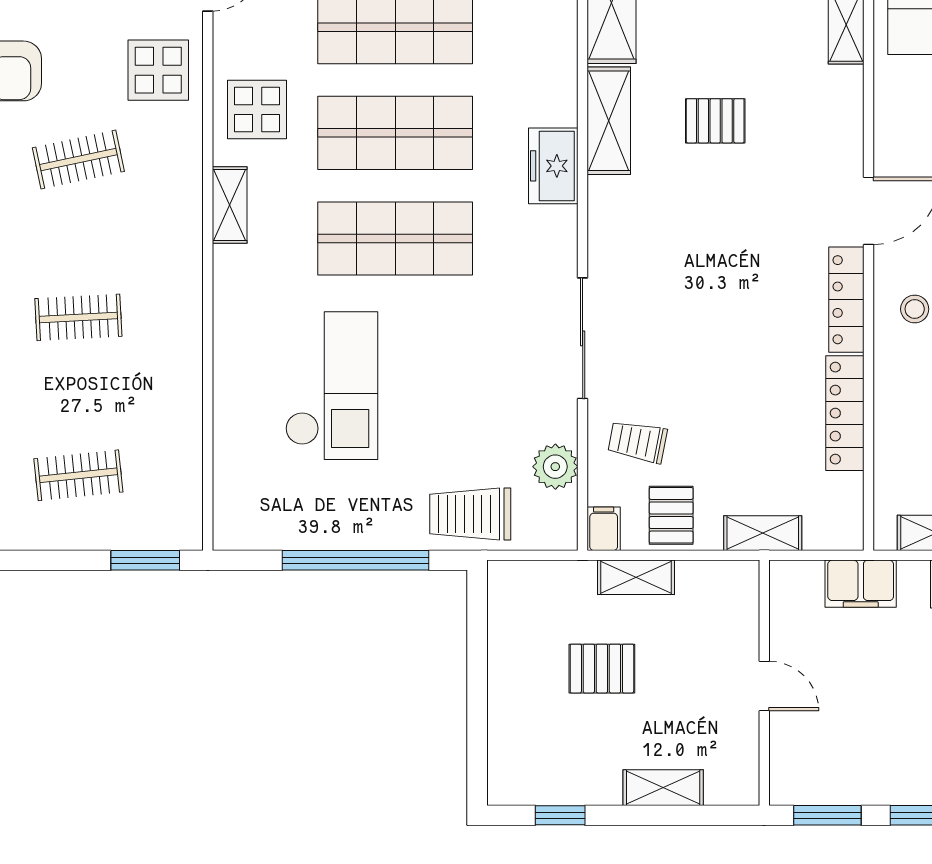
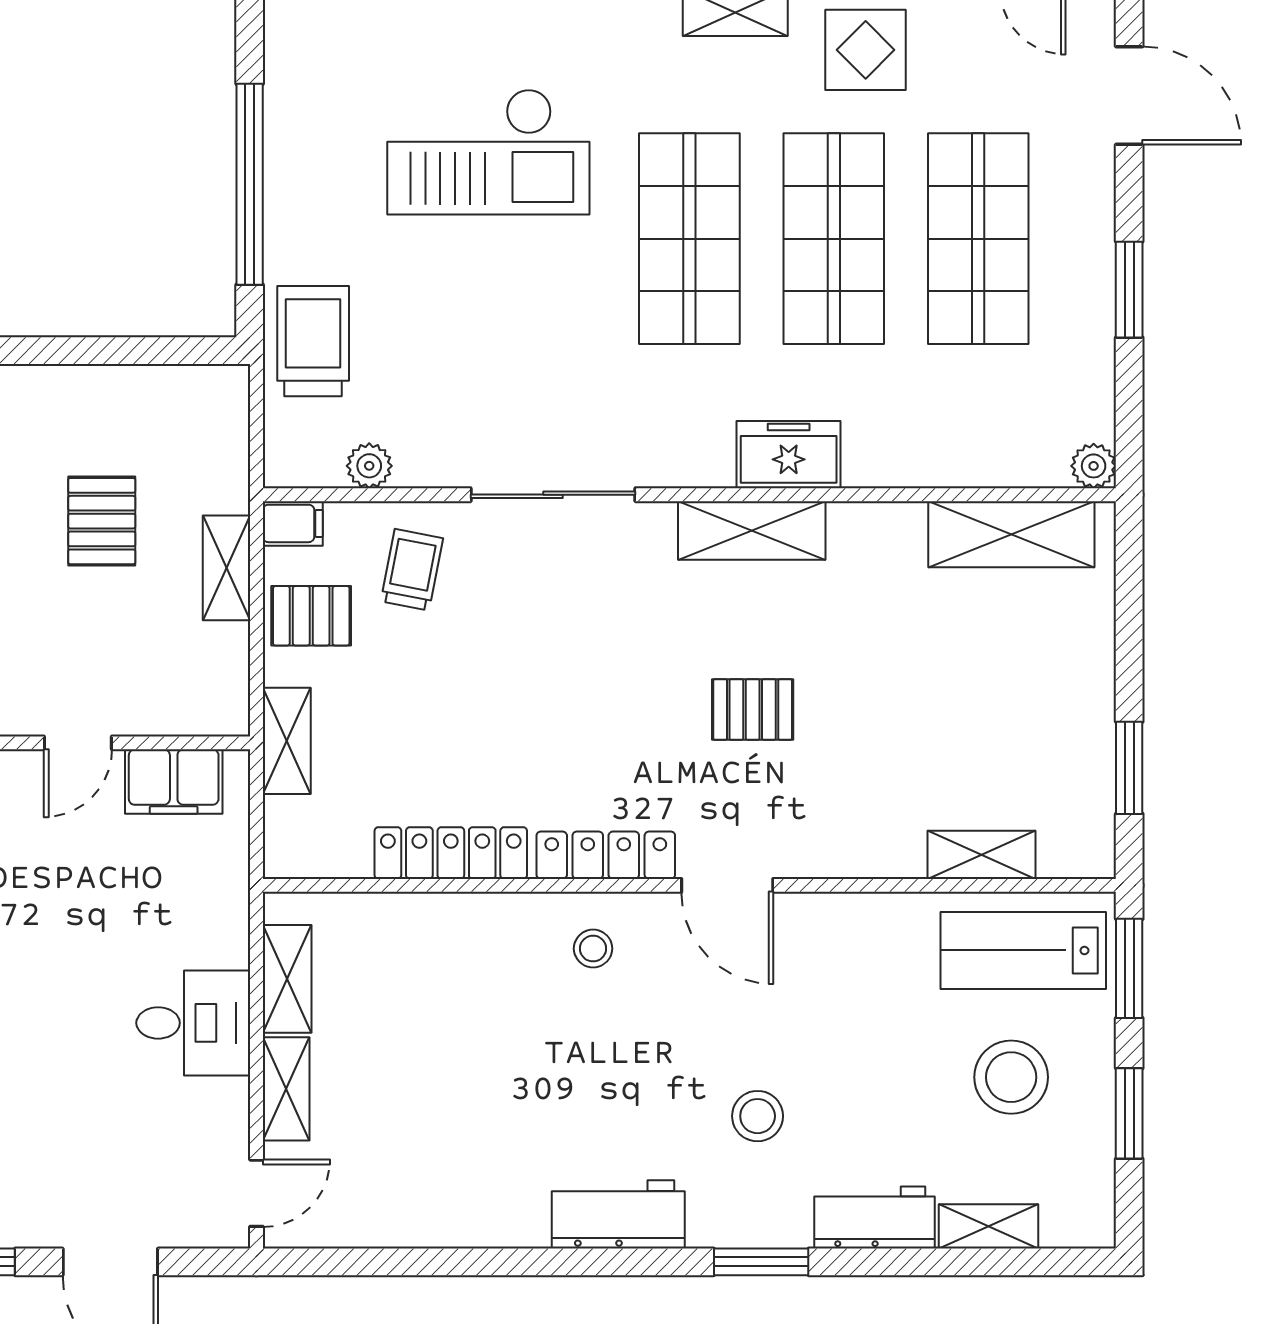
shelving: (609, 121) -> (752, 531), moved
pallet: (715, 121) -> (753, 709), moved, turned 90
plant: (555, 467) -> (369, 466), width x0.73, depth x0.73
filing cabinet: (861, 584) -> (174, 782), moved, turned -90

